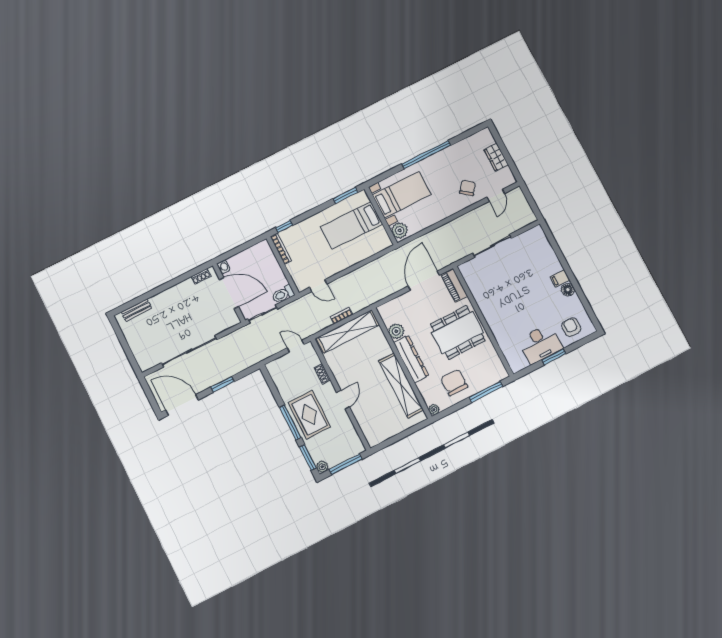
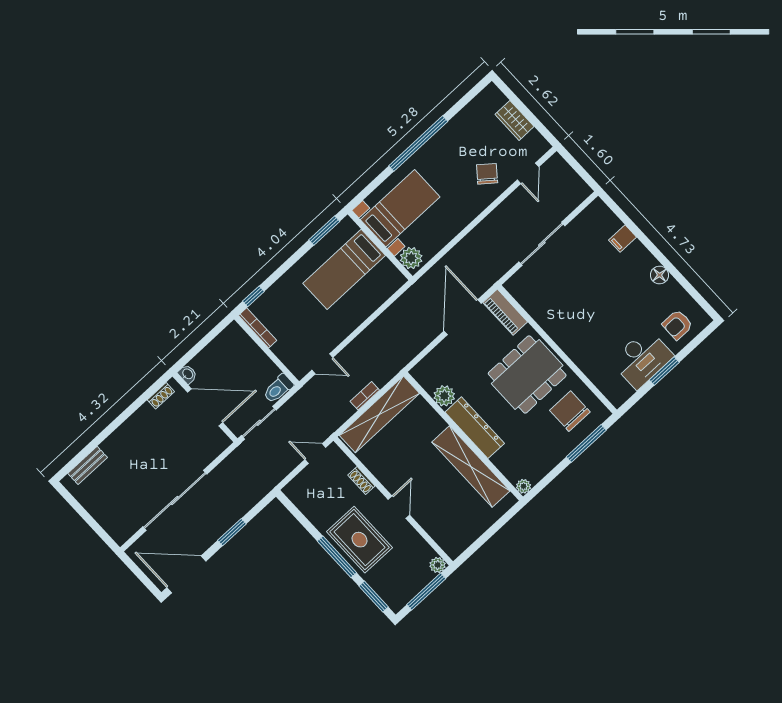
filing cabinet: (560, 278) -> (623, 239), moved
armchair: (571, 327) -> (677, 325), turned -90
chair: (454, 382) -> (570, 411), moved
plant: (322, 467) -> (438, 565), moved

